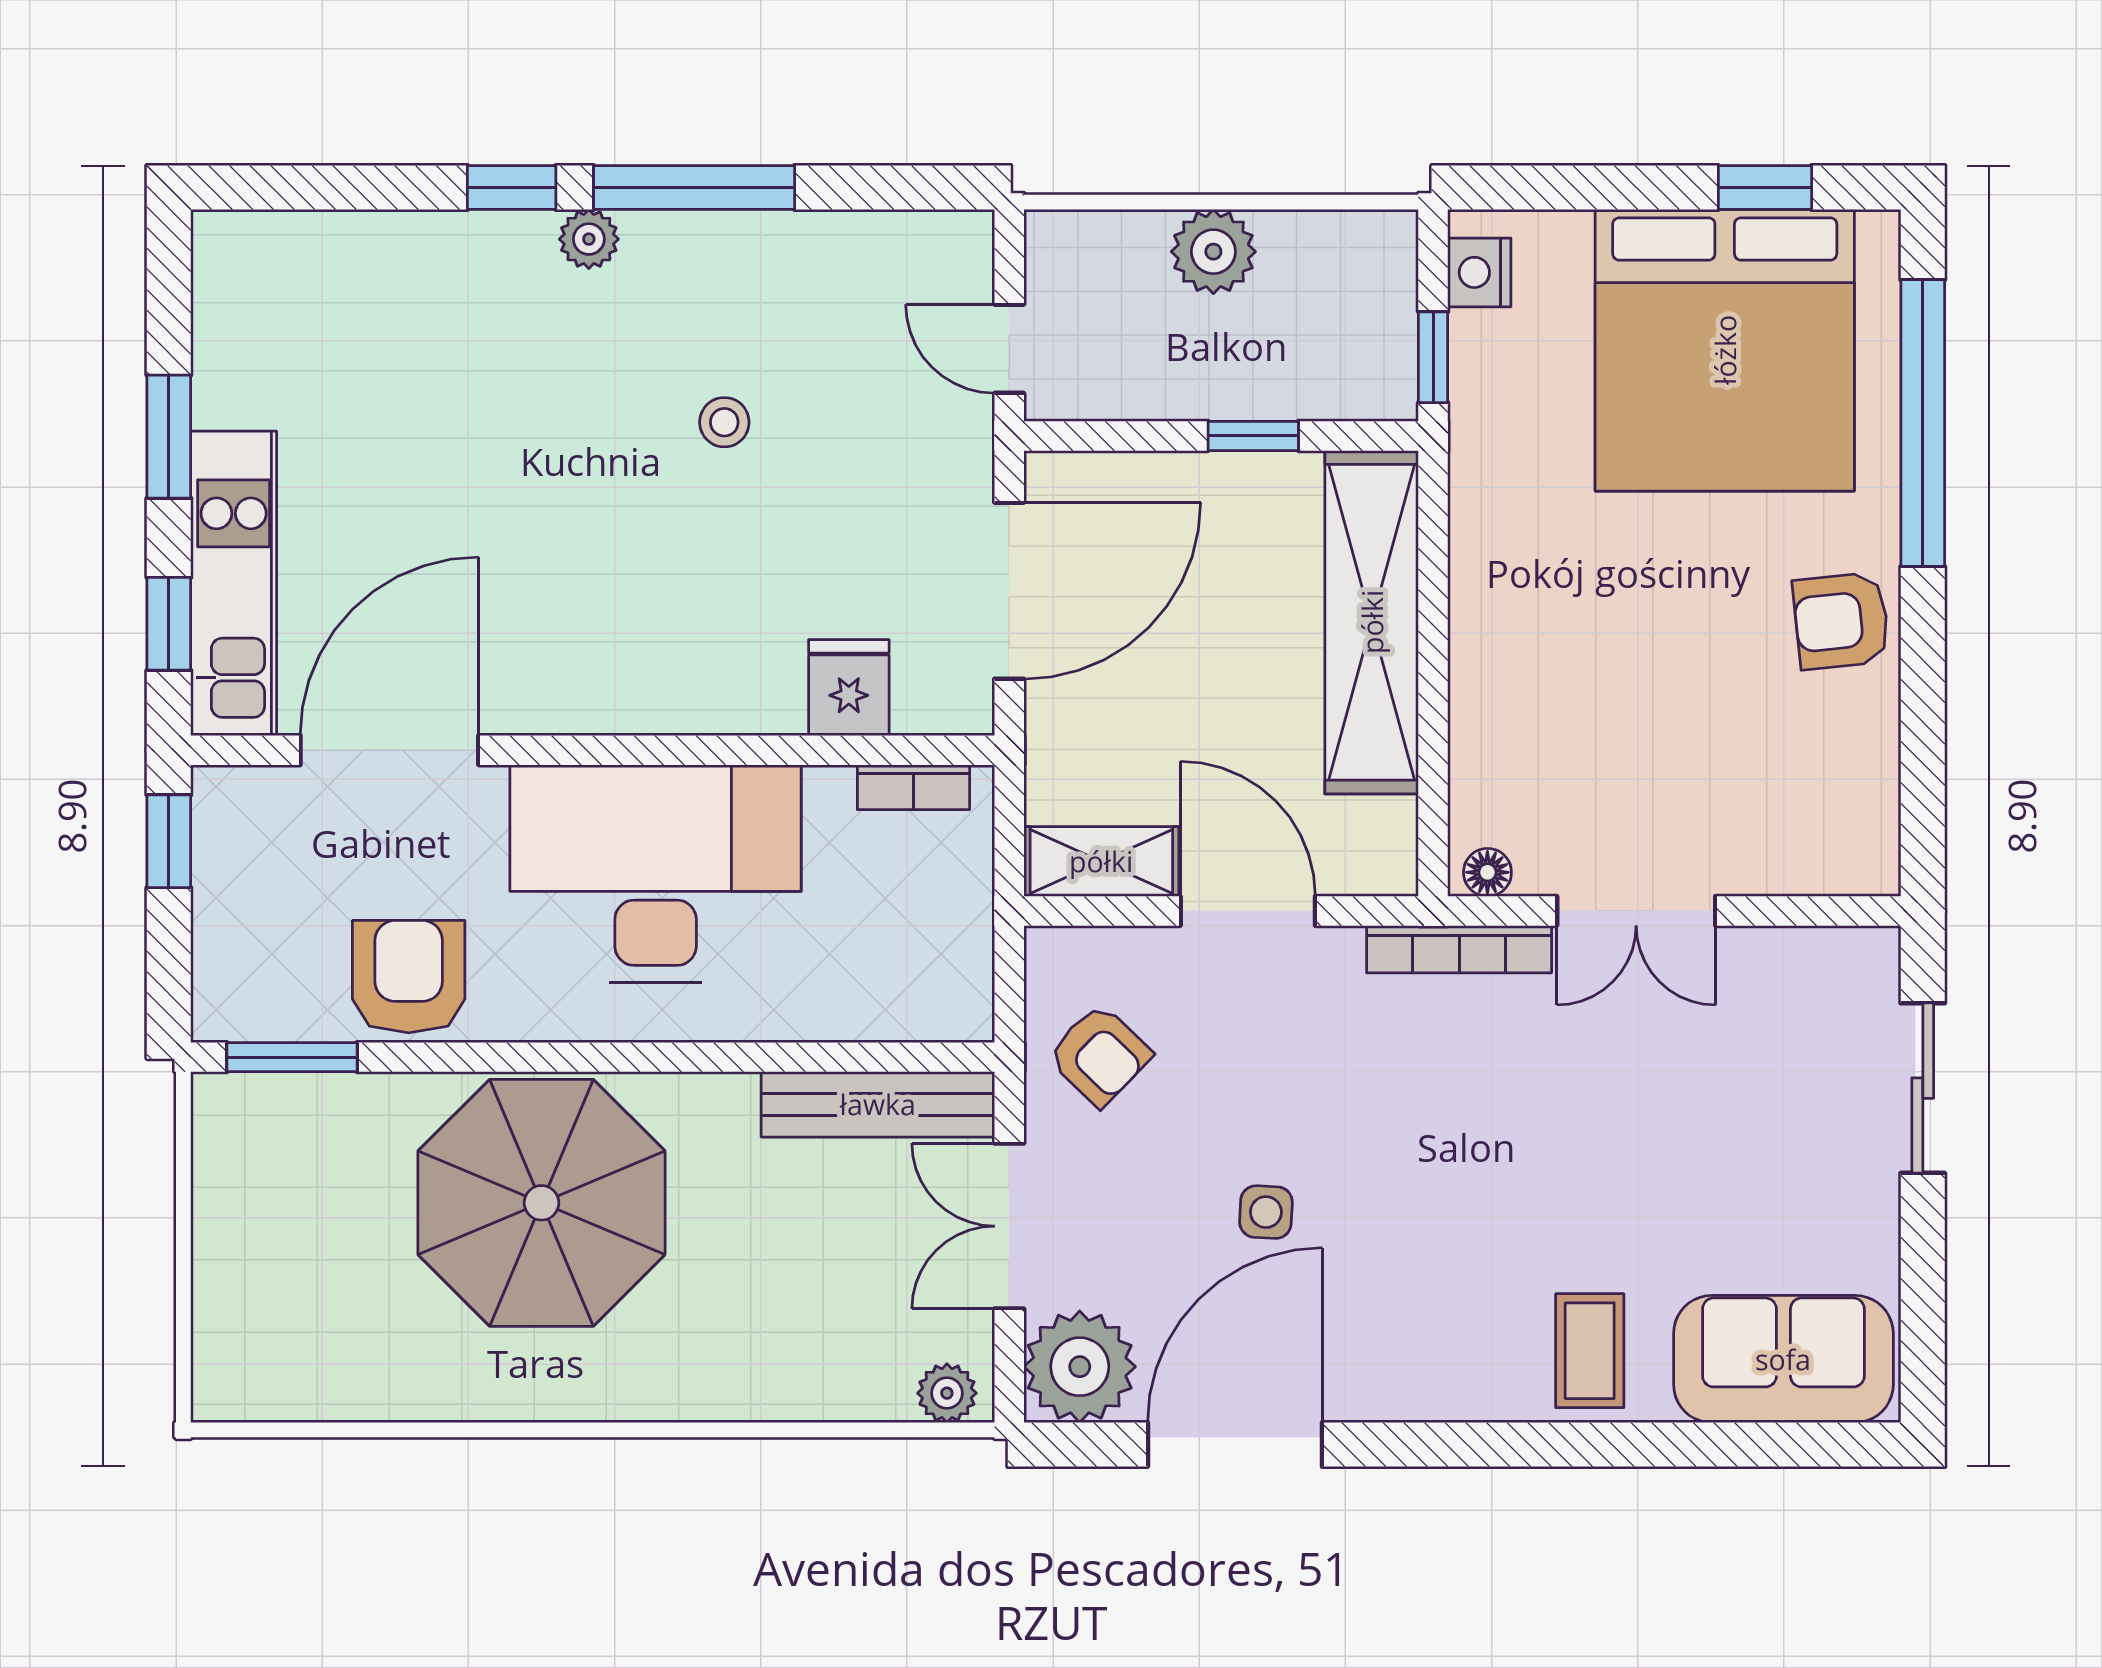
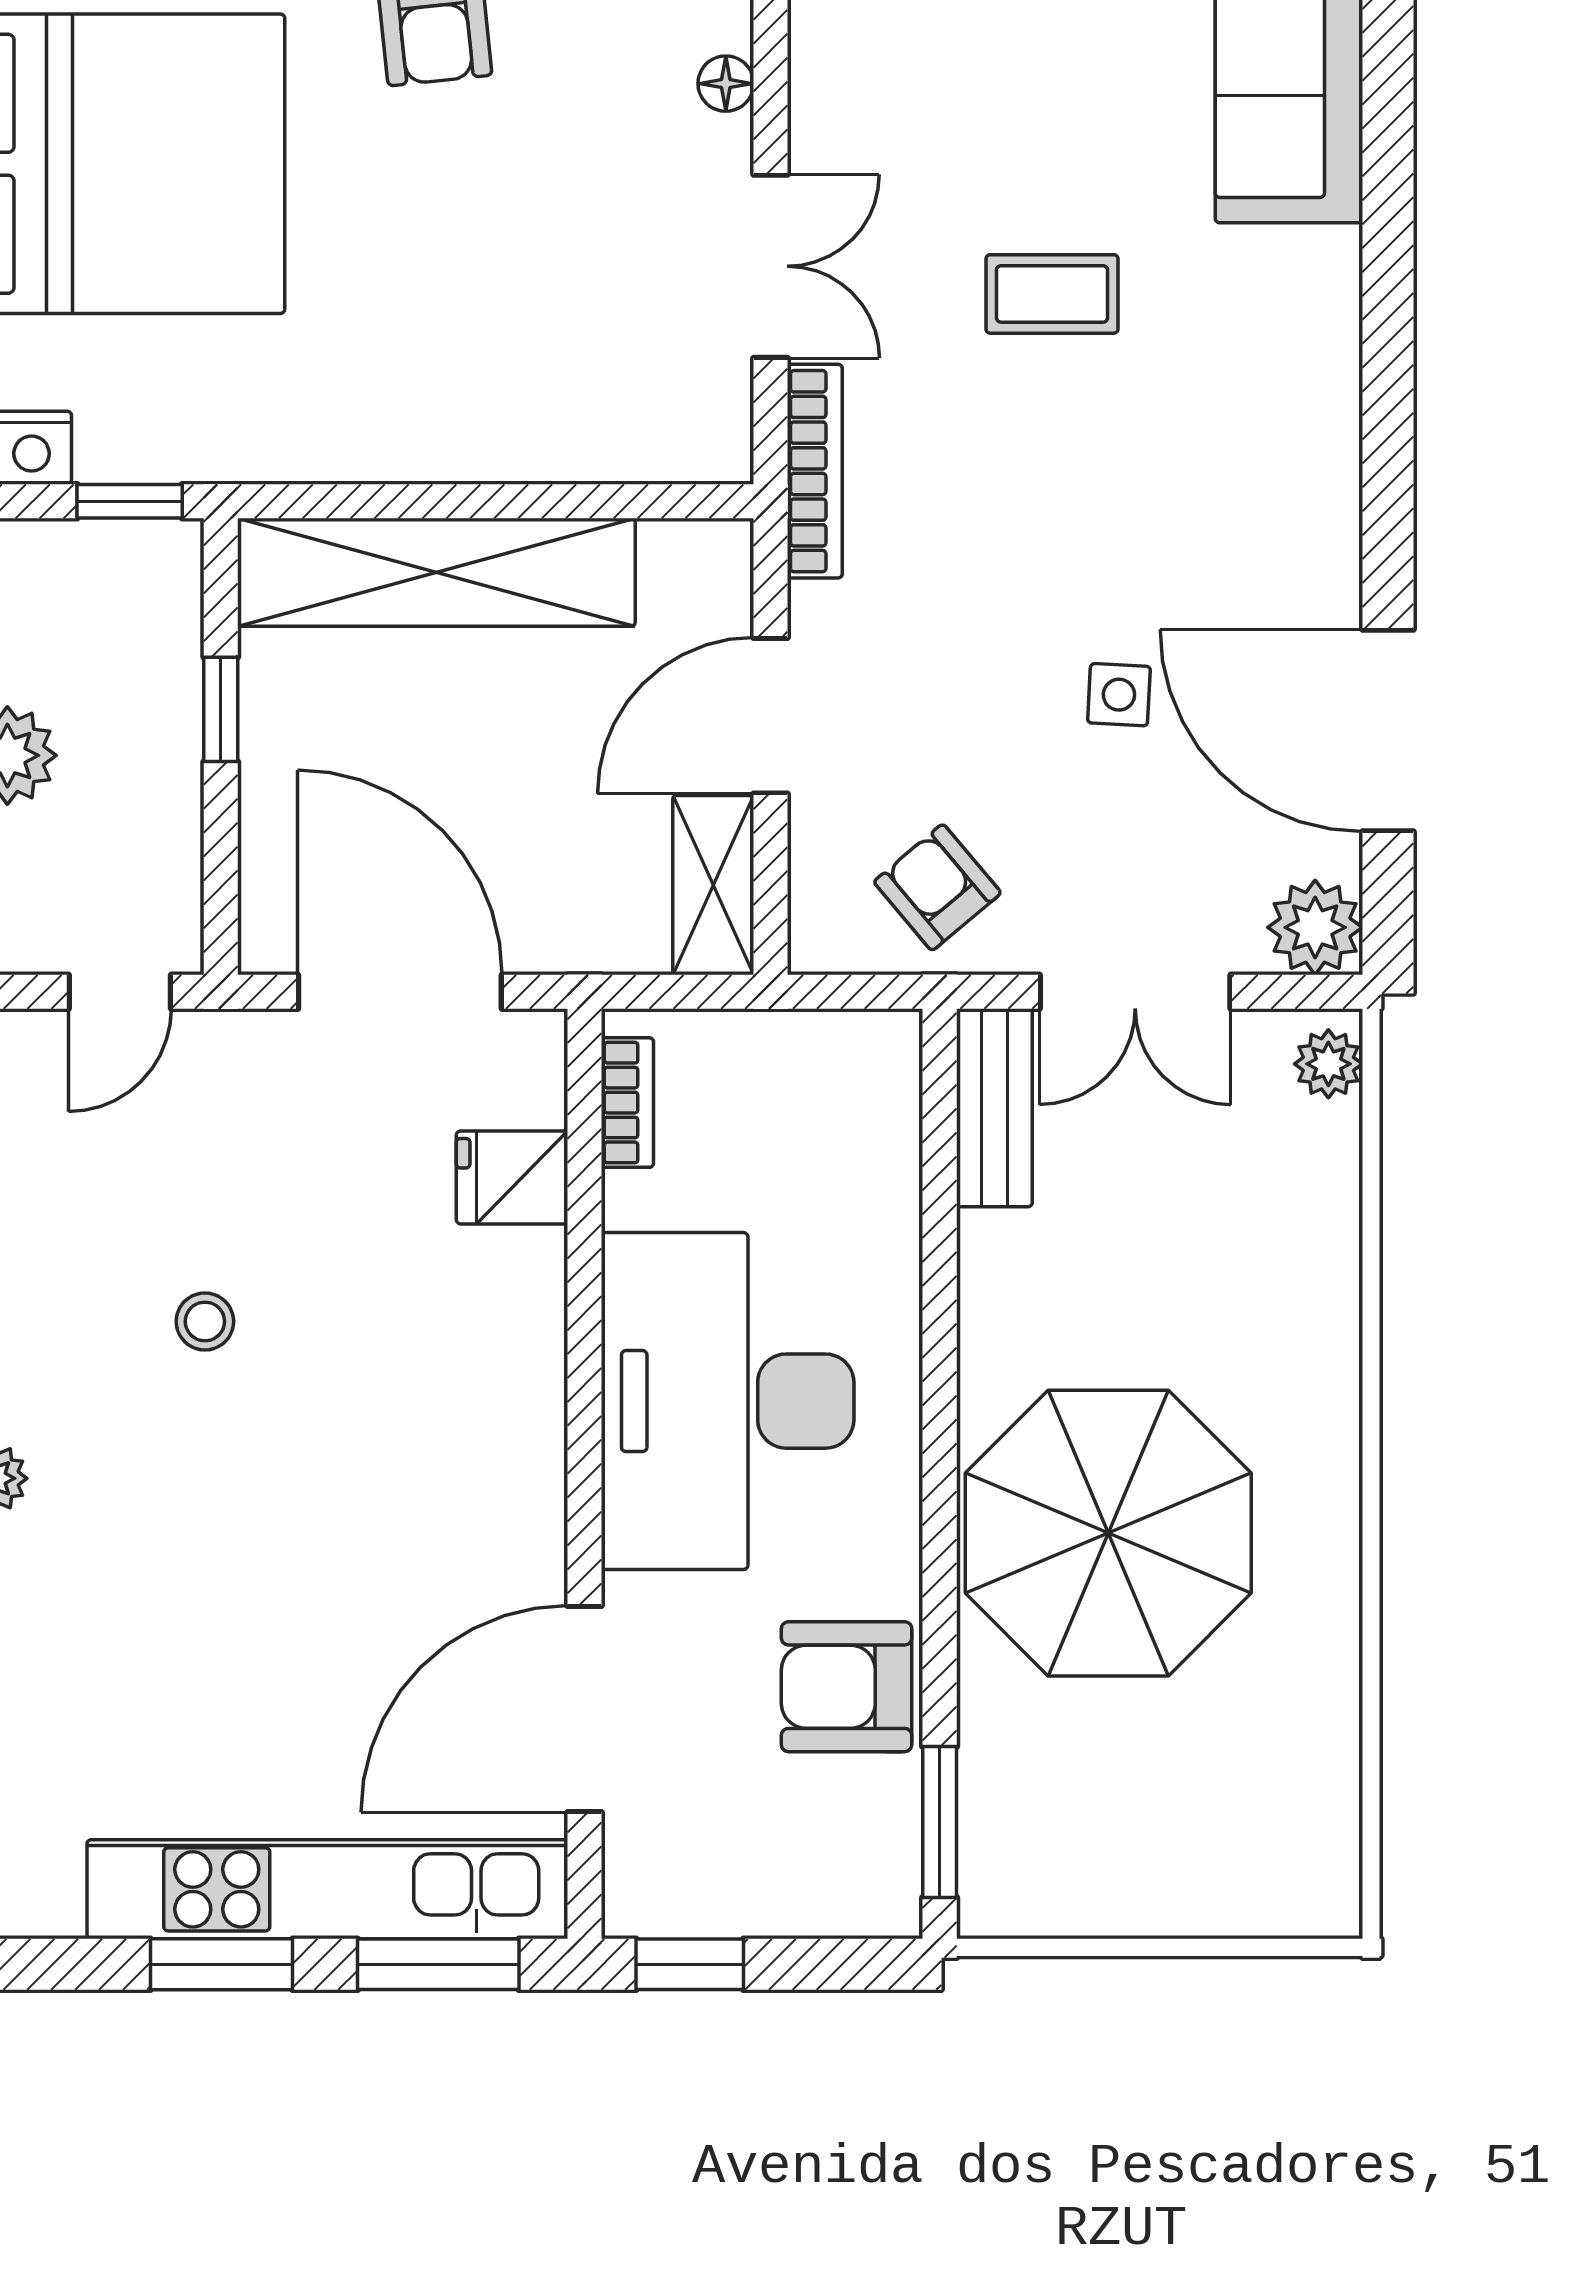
kitchen unit: (234, 583) -> (327, 1889), width x1.36
window: (169, 624) -> (438, 1964), width x1.50
door: (389, 750) -> (584, 1709), hinge flipped
floor lamp: (1487, 872) -> (726, 84), moved
armchair: (1099, 1055) -> (937, 887), turned -84
bench: (878, 1104) -> (994, 1108), width x0.73
coffee table: (1590, 1351) -> (1052, 294), moved
plant: (1080, 1367) -> (1315, 927), width x0.73, depth x0.73

